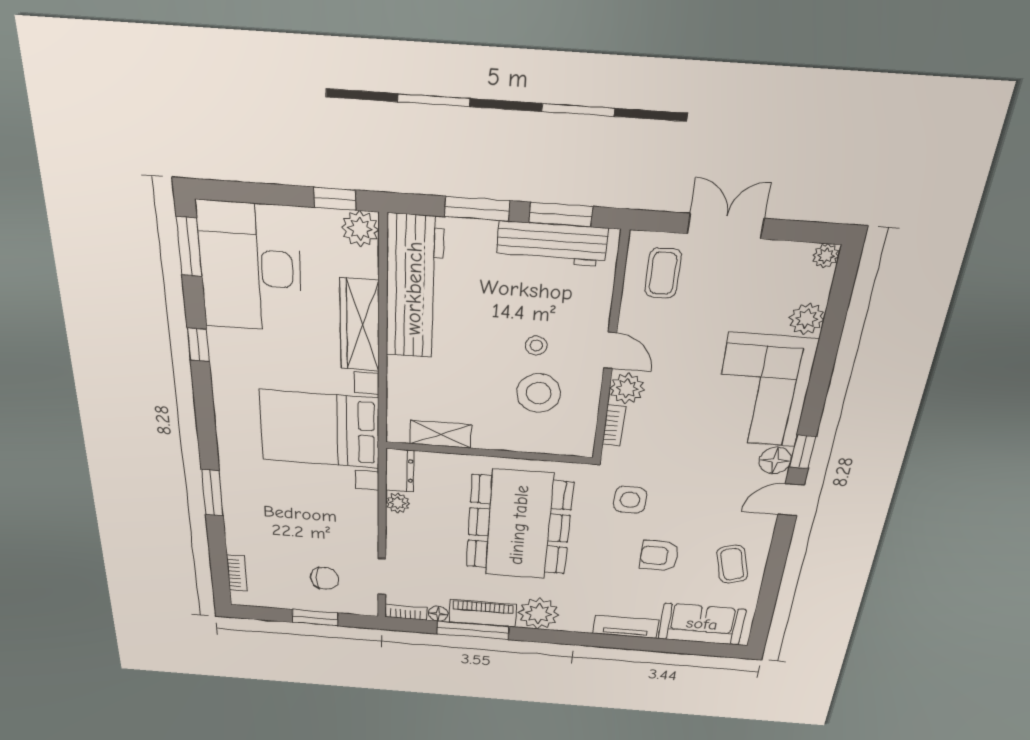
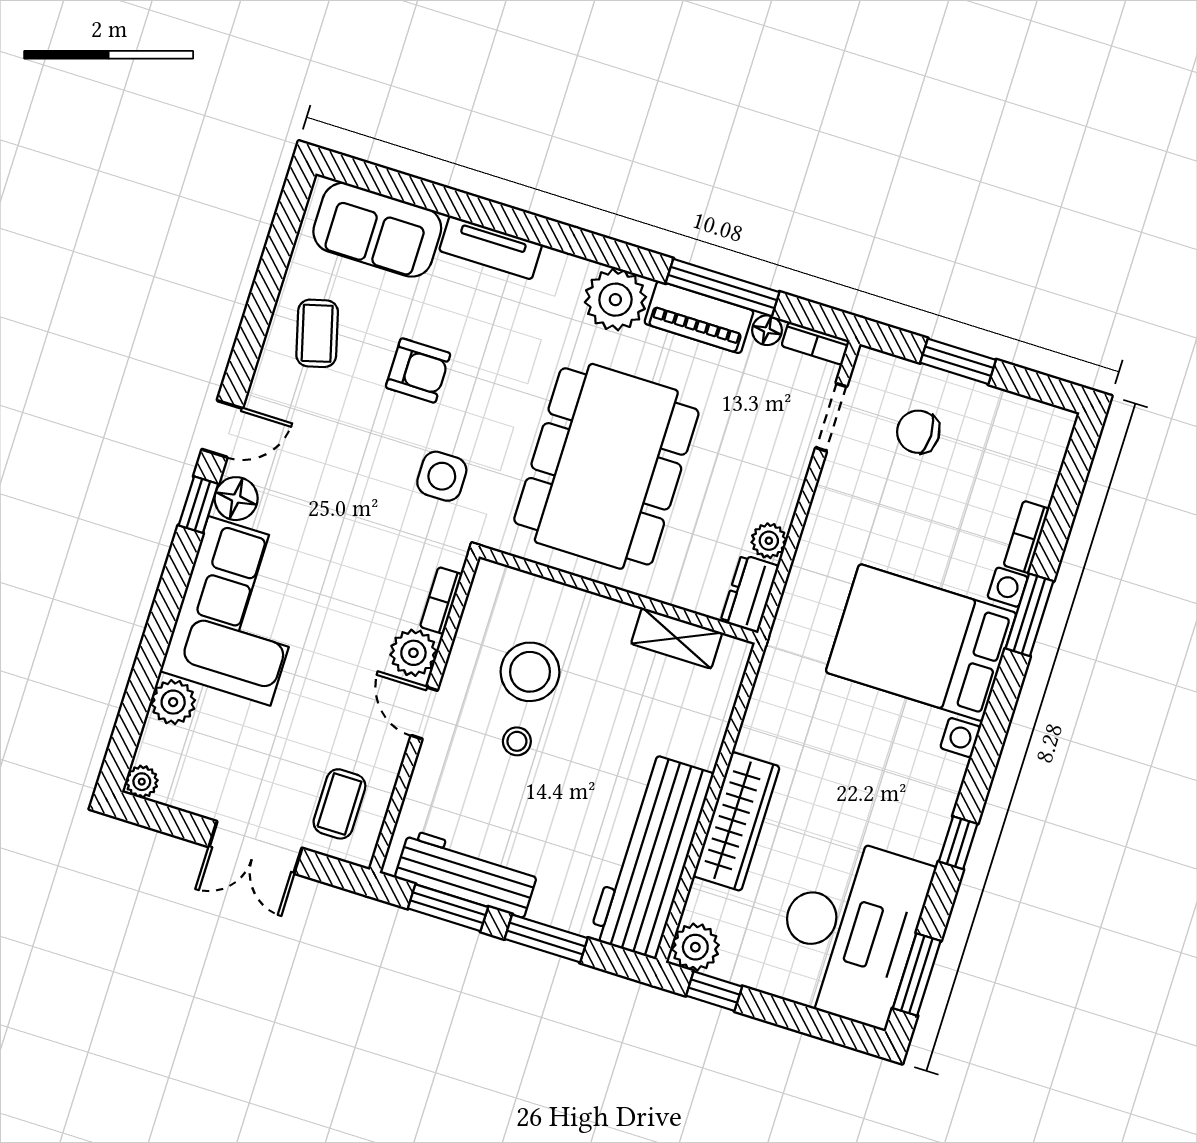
bed with nightstands: (320, 429) -> (921, 643), moved, turned 180
bookcase: (237, 573) -> (1026, 537), moved

